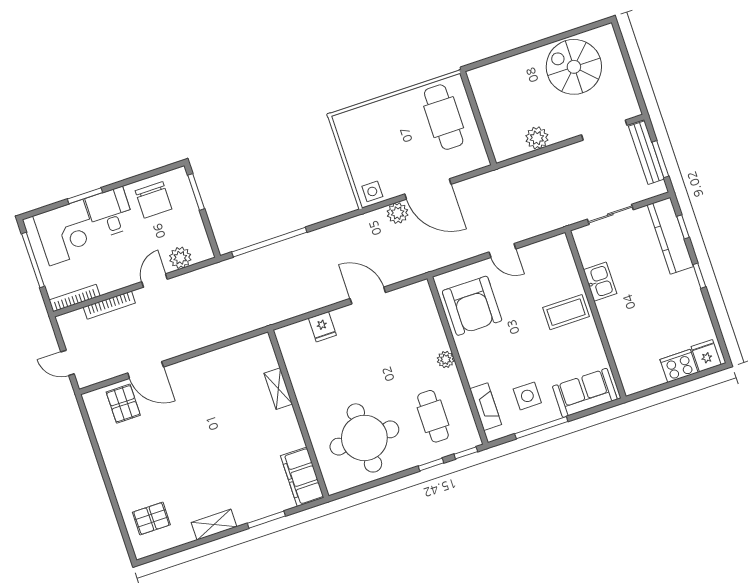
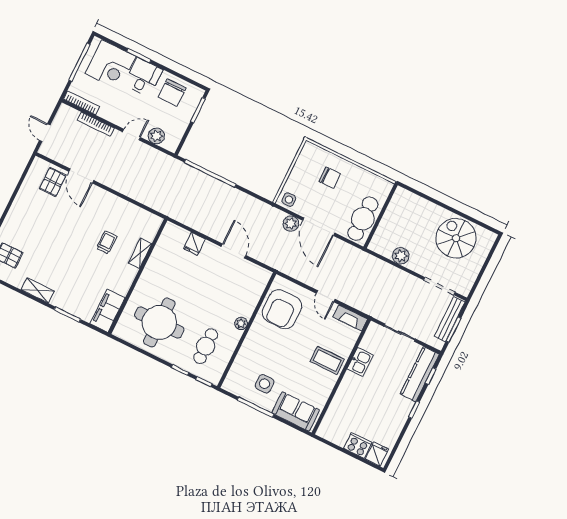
cafe table: (444, 117) -> (363, 219), moved
chair: (391, 130) -> (330, 178), added
fireplace: (486, 407) -> (350, 318), moved, turned 90
trolley: (235, 411) -> (107, 242), added

